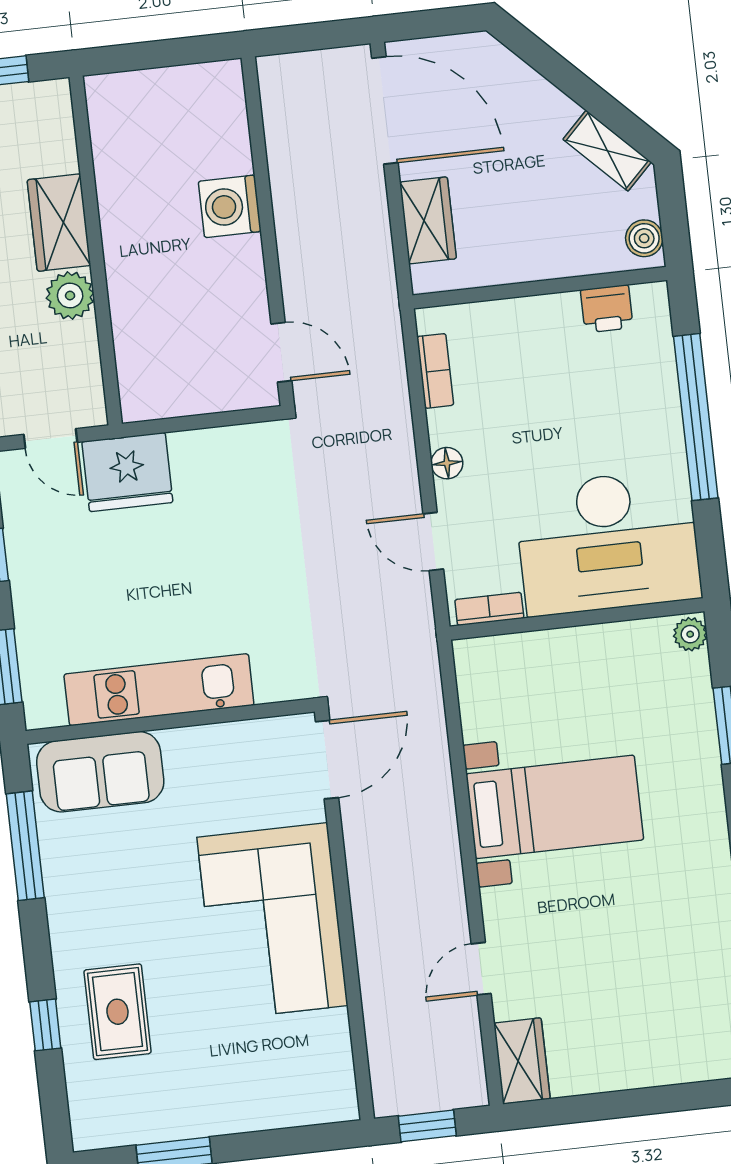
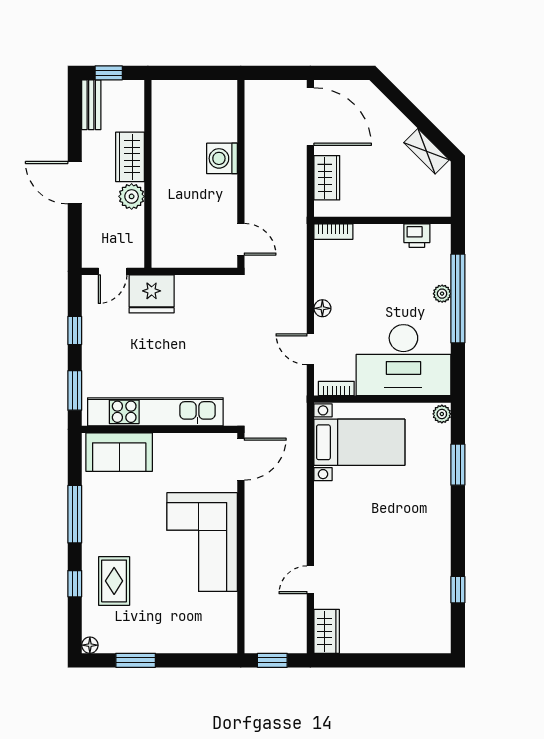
boiler: (644, 238) -> (441, 200), removed
bookcase: (435, 371) -> (333, 232), moved, turned 90
plant: (666, 411) -> (442, 294), added
door: (50, 438) -> (113, 271), hinge flipped
kitchen unit: (159, 690) -> (155, 412), width x1.36
bed with nightstands: (555, 807) -> (359, 442), moved
window: (25, 846) -> (75, 514), moved
floor lamp: (86, 1136) -> (90, 645), added

